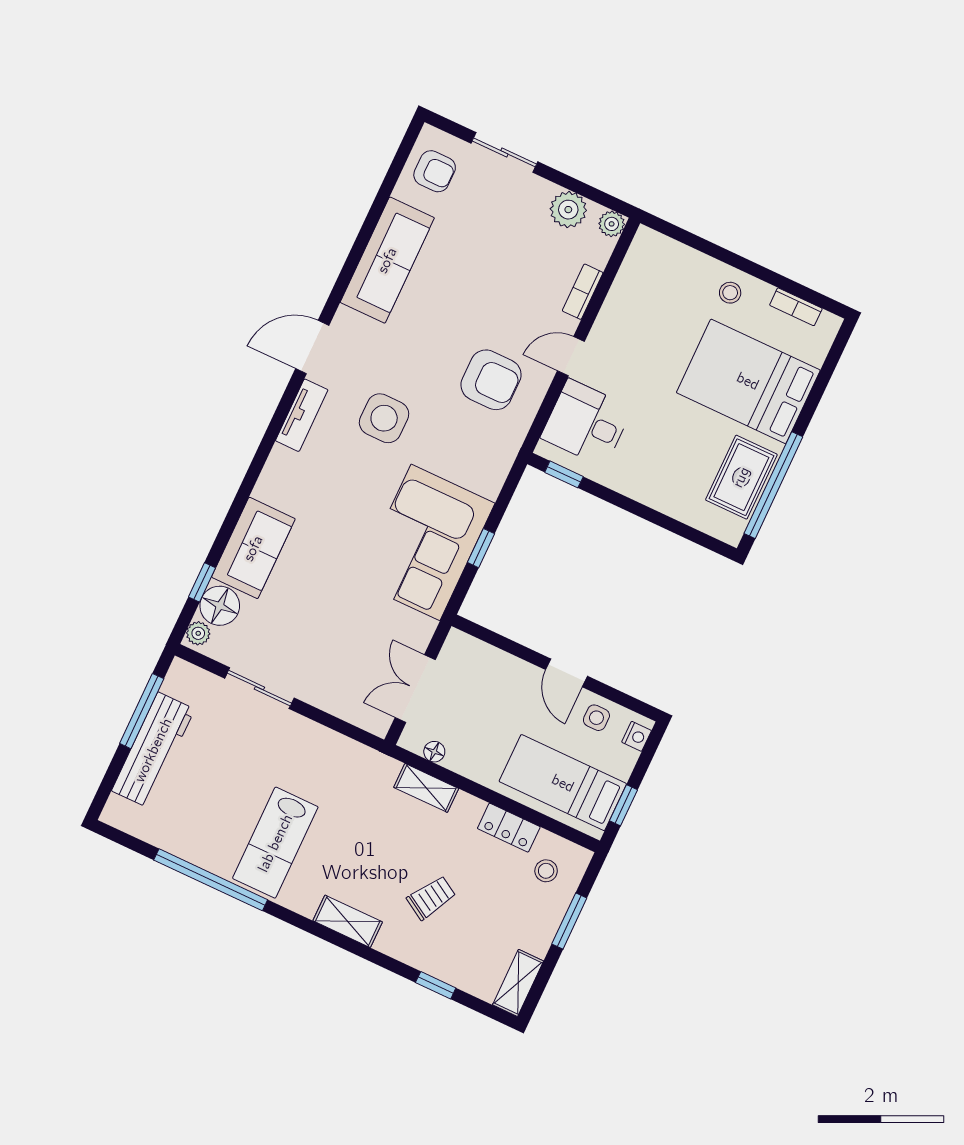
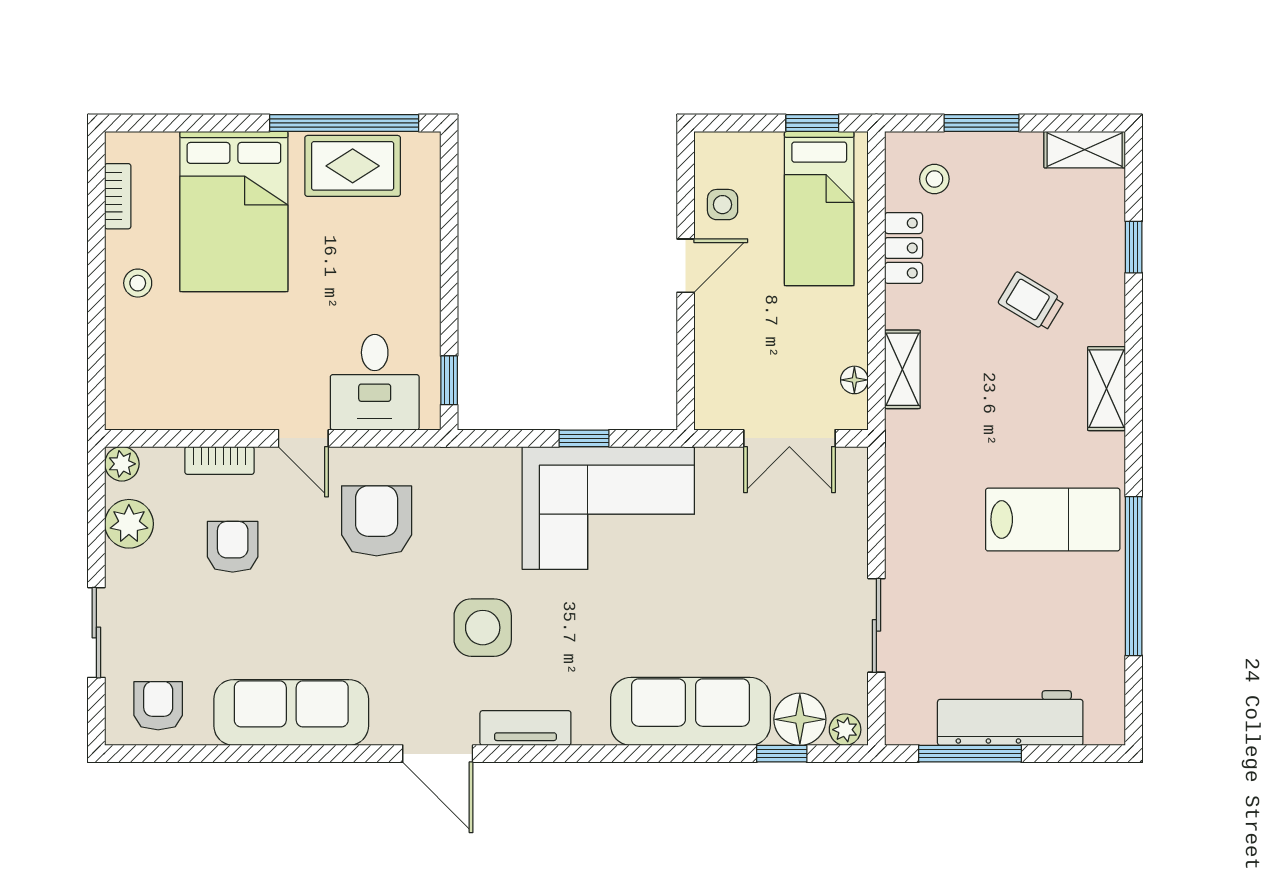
armchair: (519, 273) -> (233, 547), added
sofa: (253, 548) -> (690, 711), width x1.36
nightstand: (637, 736) -> (722, 146), removed

